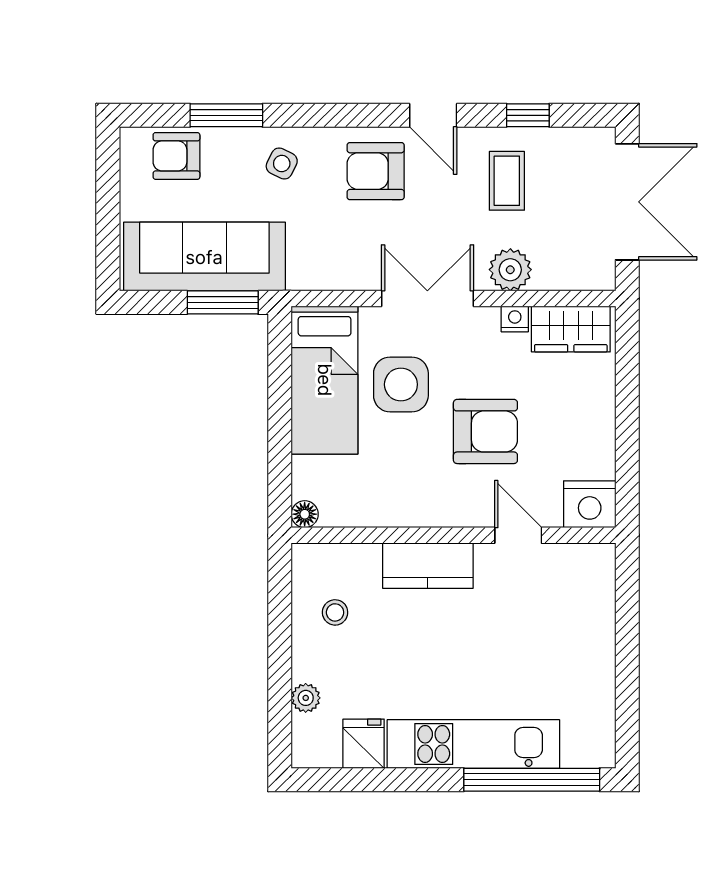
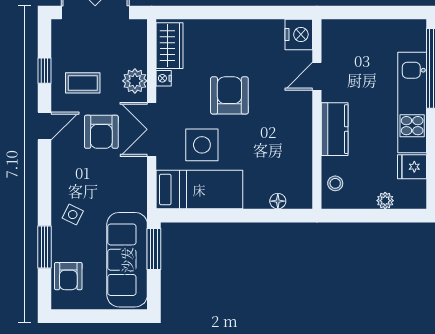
armchair: (376, 171) -> (101, 132), moved
nightstand: (590, 504) -> (299, 34), moved
wall: (454, 535) -> (317, 114), moved
door: (518, 535) -> (317, 76), moved
kitchen counter: (428, 566) -> (335, 129), moved

